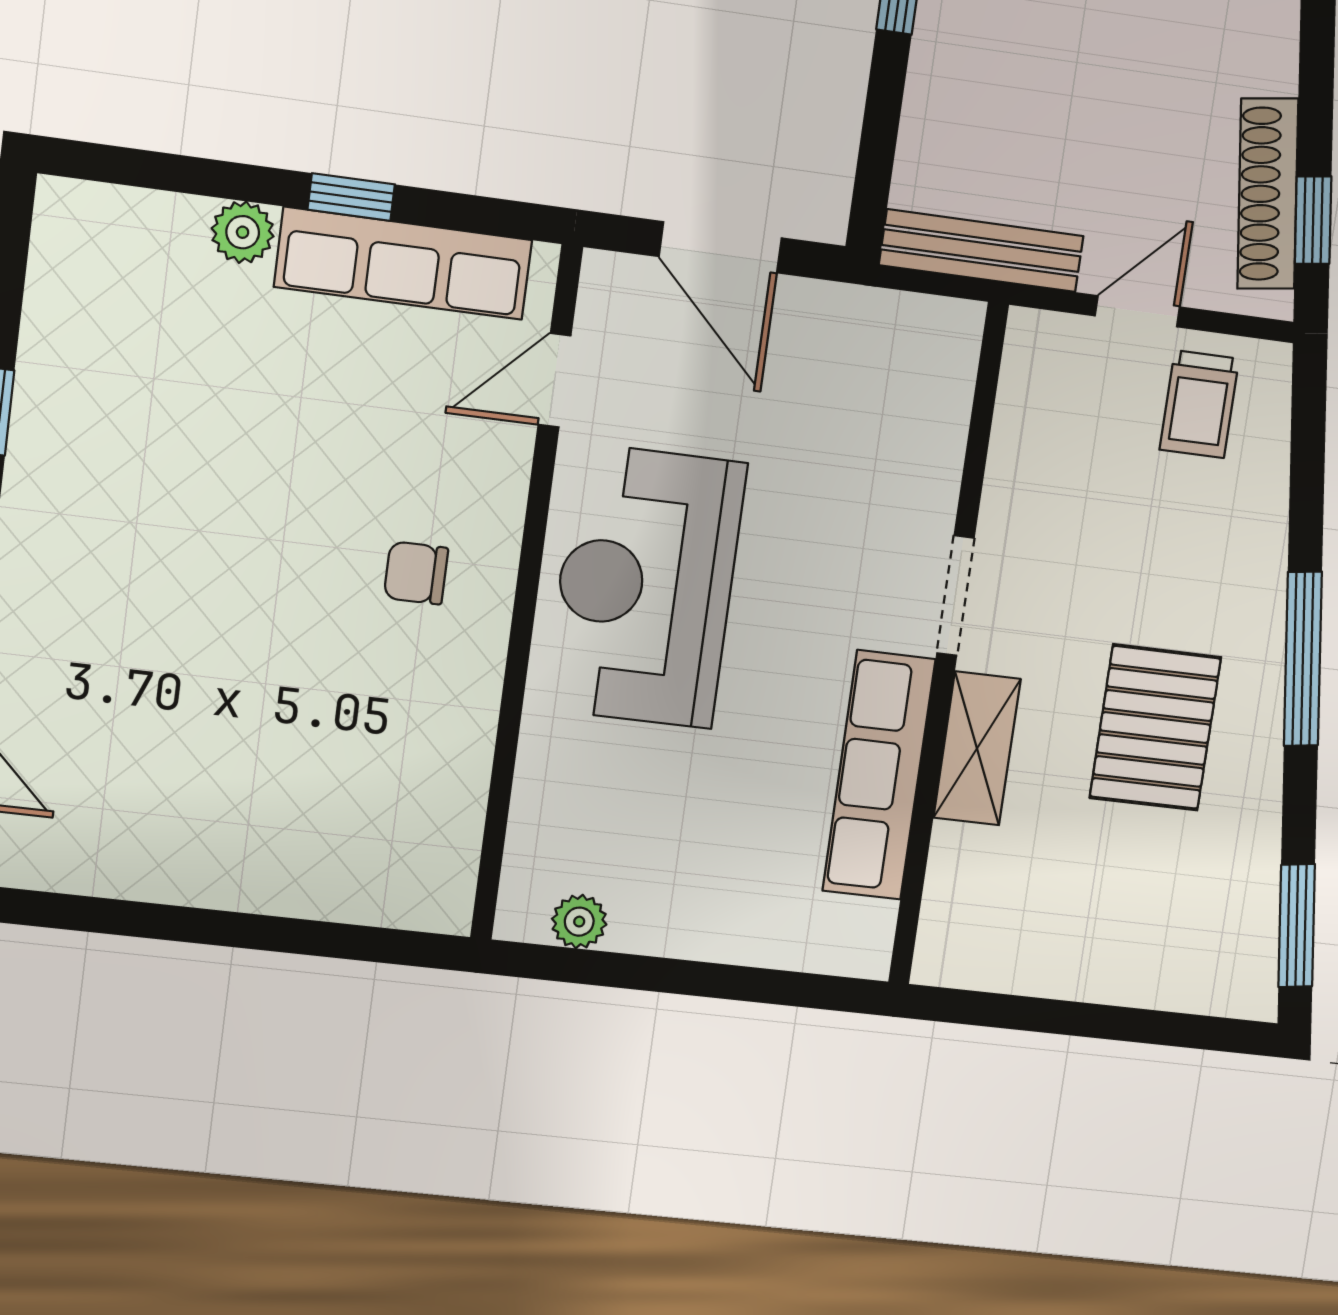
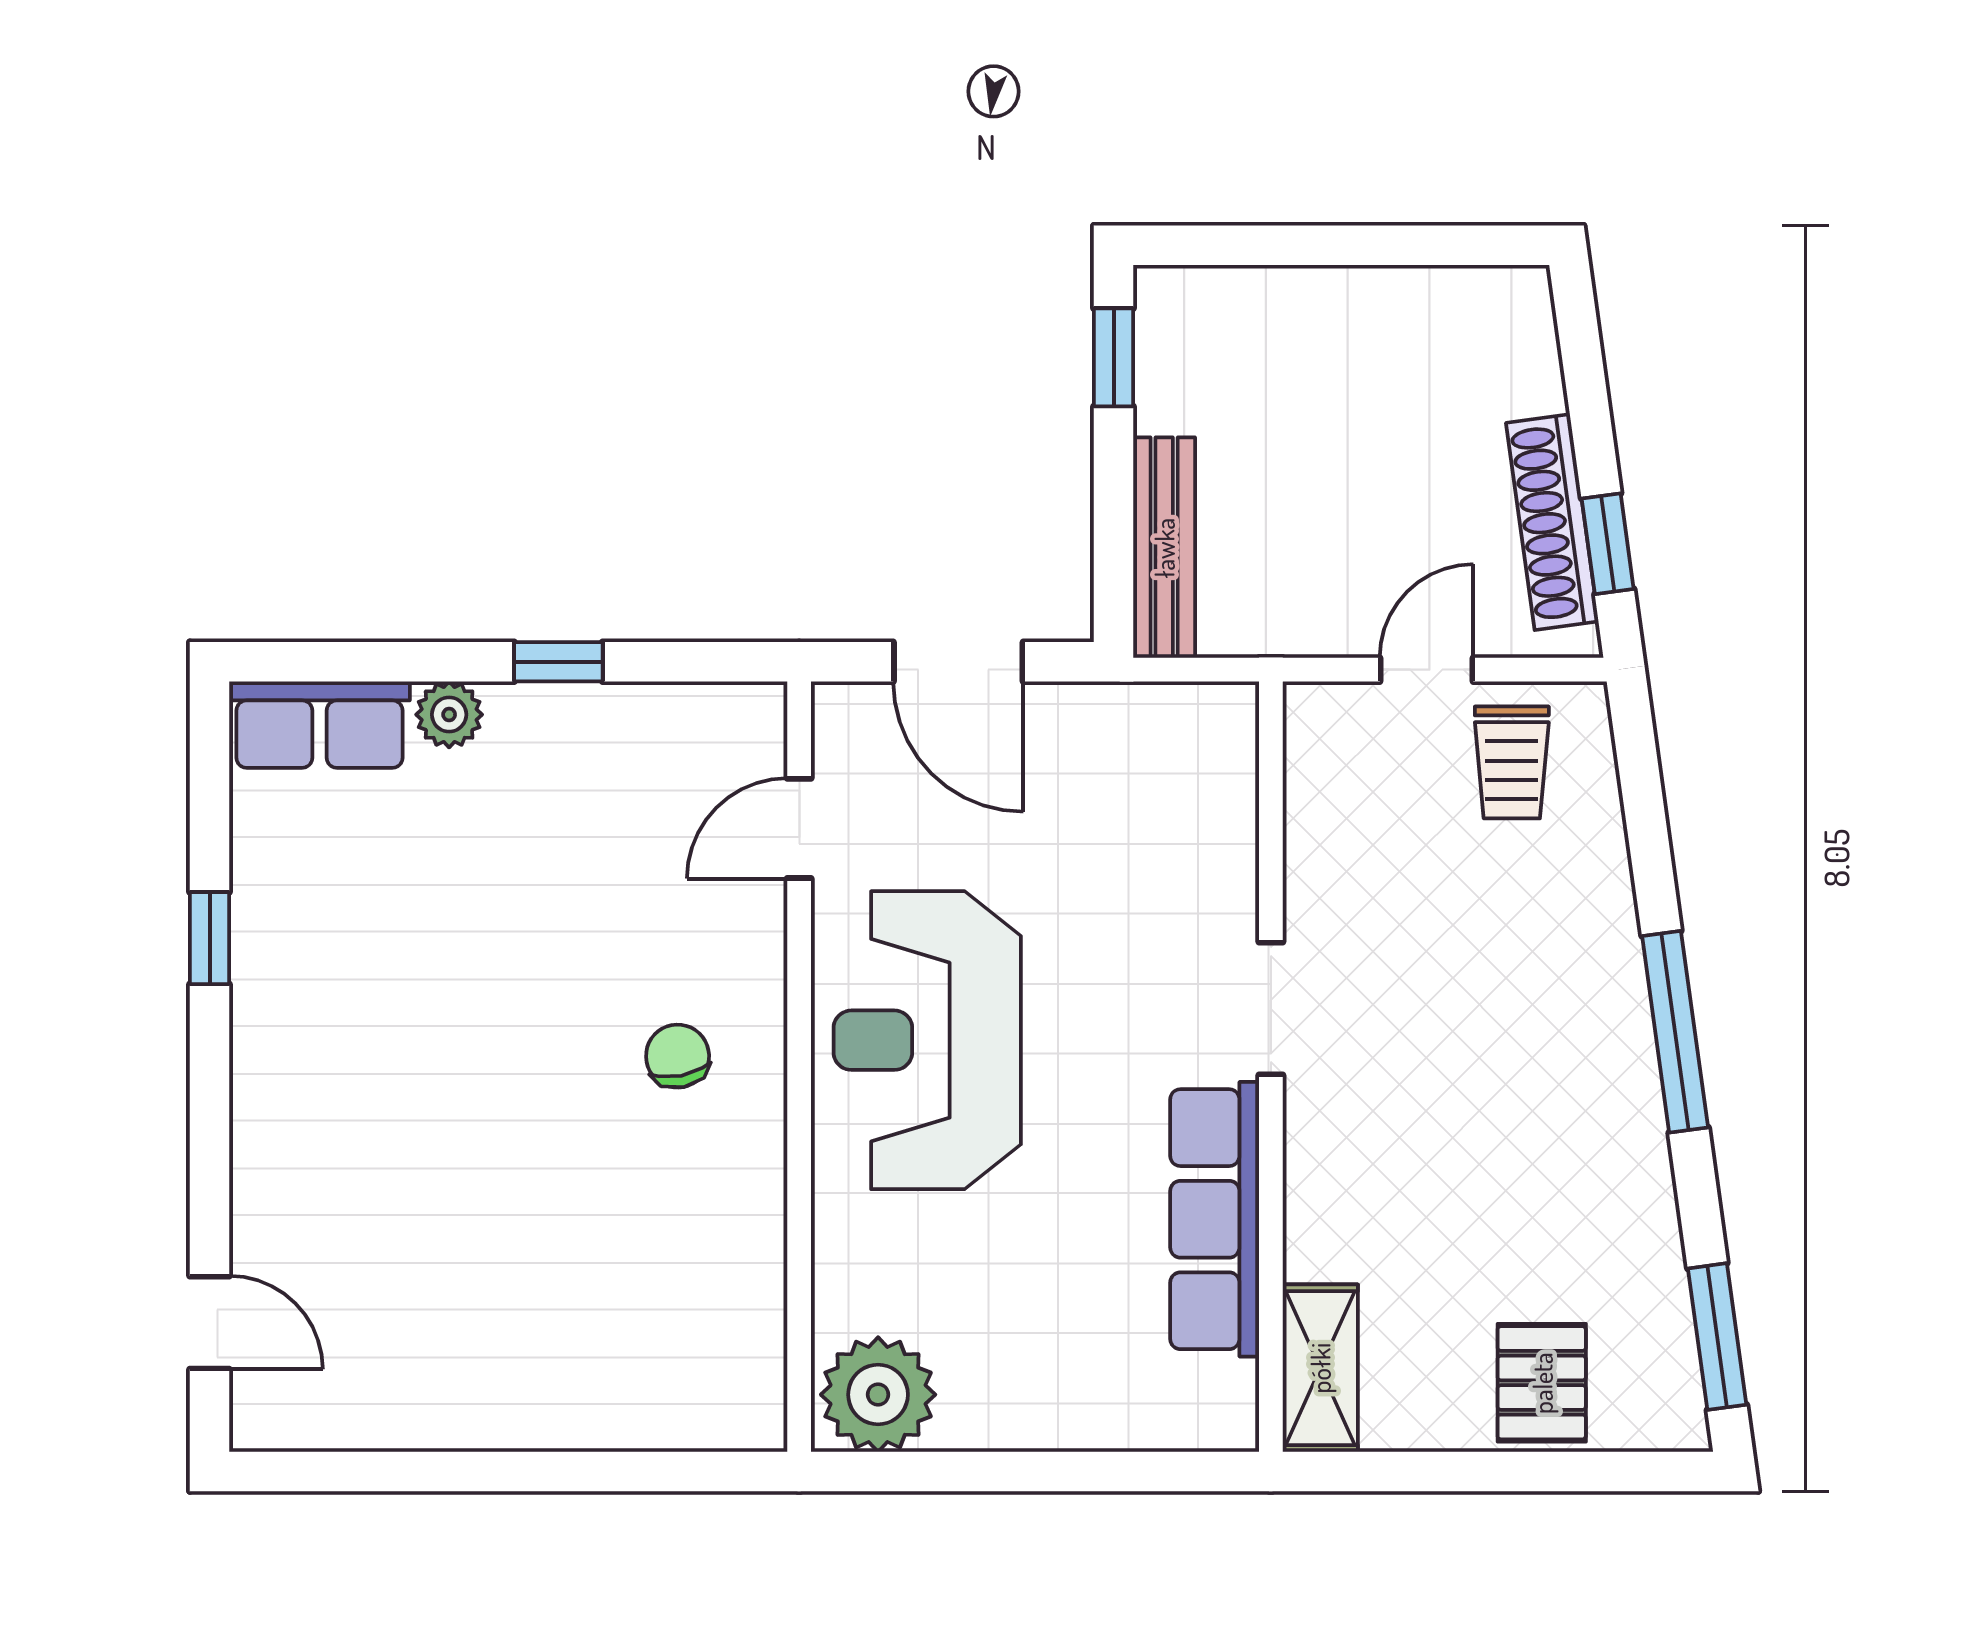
bench: (981, 251) -> (1164, 548), moved, turned 90
row of seats: (403, 263) -> (319, 725), moved, width x0.68
chair: (416, 573) -> (678, 1056), turned 79
pallet: (1155, 728) -> (1542, 1383), moved, width x0.67, depth x0.71
shelving: (977, 748) -> (1320, 1368), moved
plant: (579, 922) -> (878, 1395), width x1.88, depth x1.88

